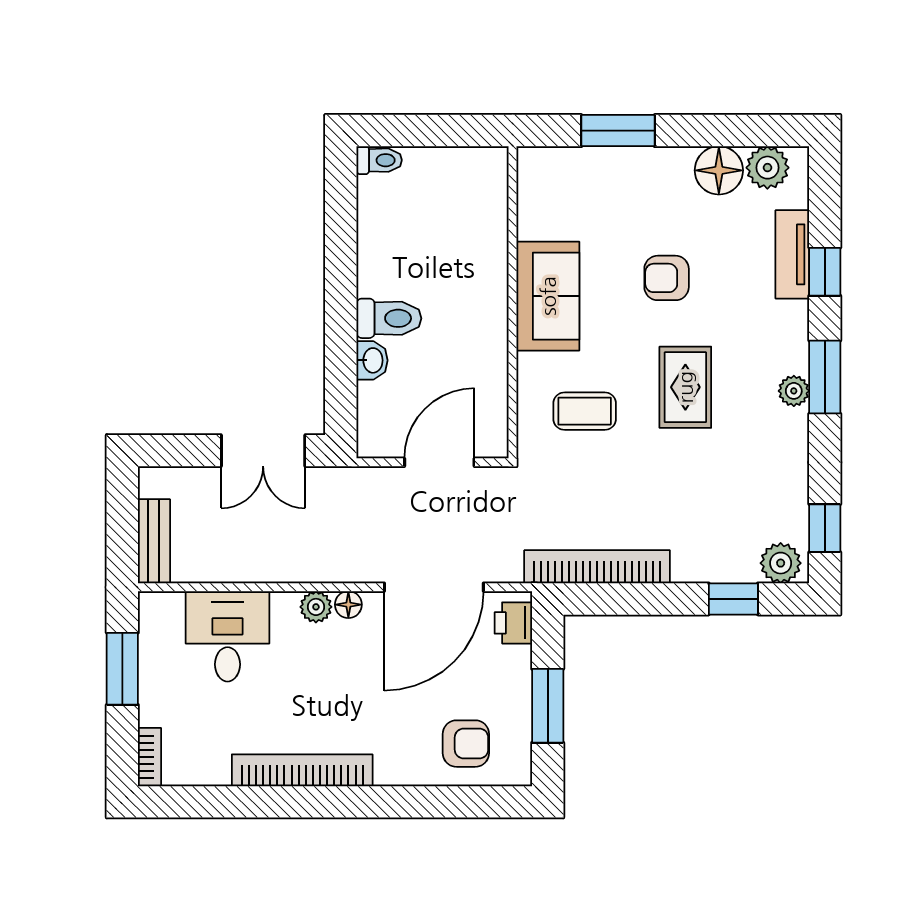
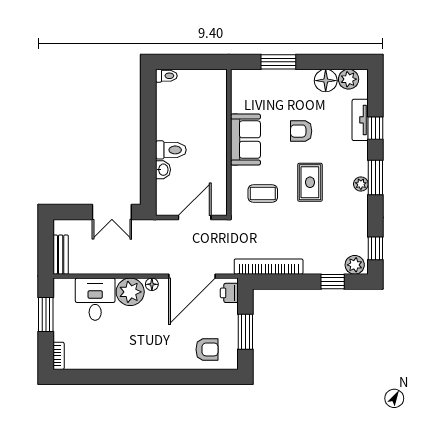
plant: (316, 607) -> (130, 292), width x1.88, depth x1.88
bookcase: (302, 770) -> (130, 362), removed

